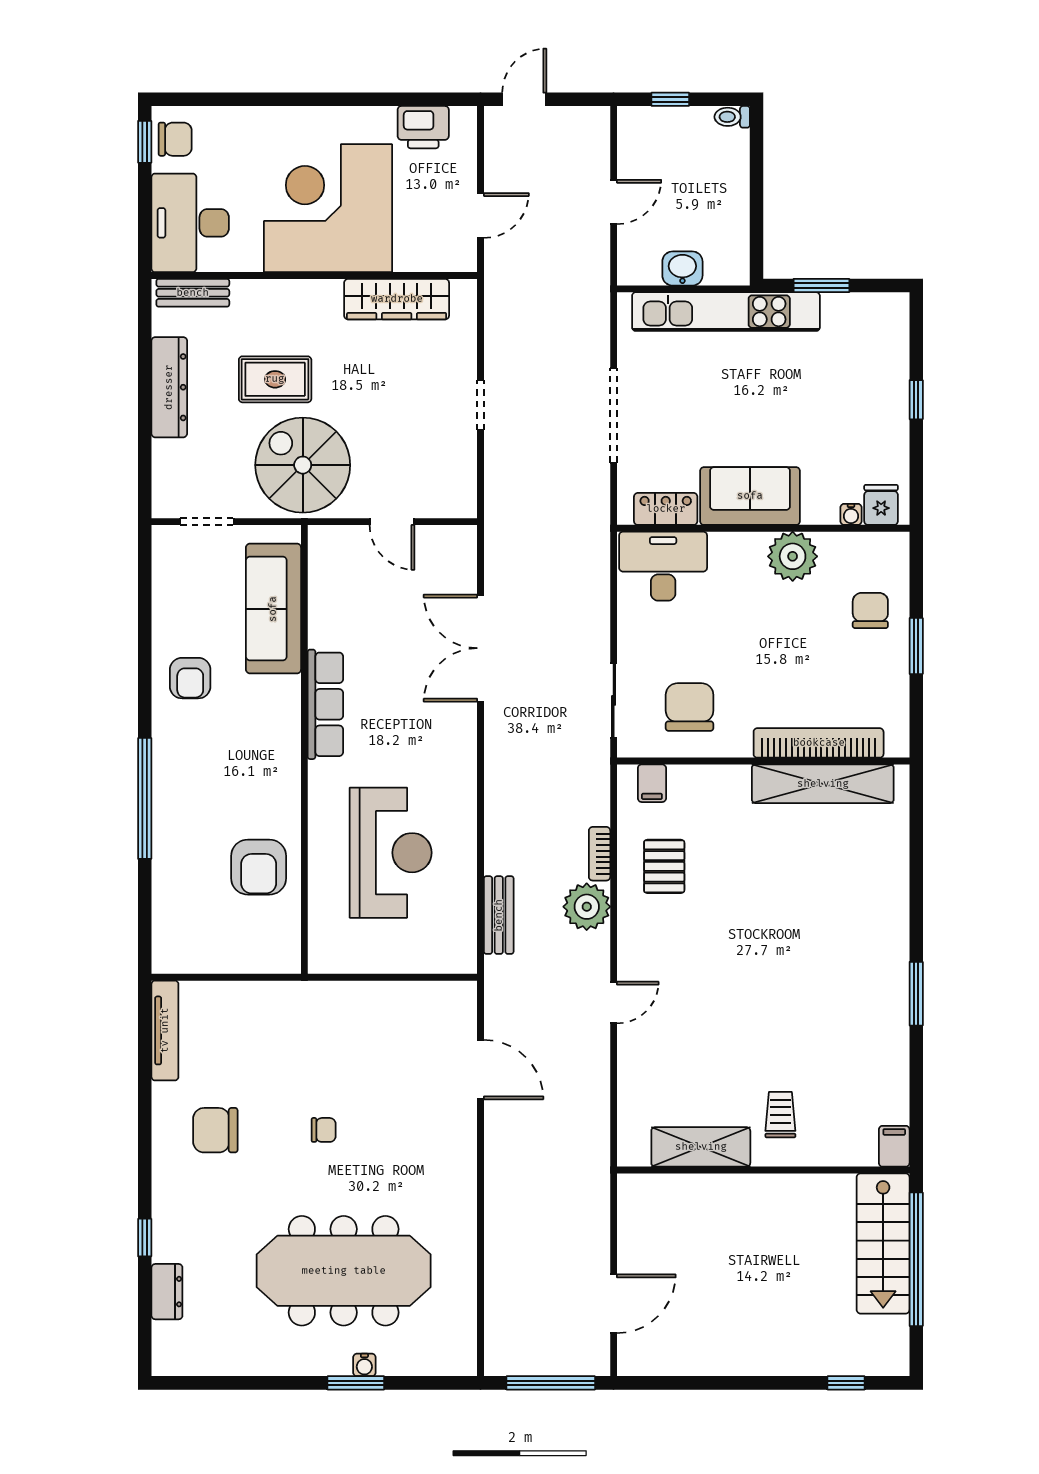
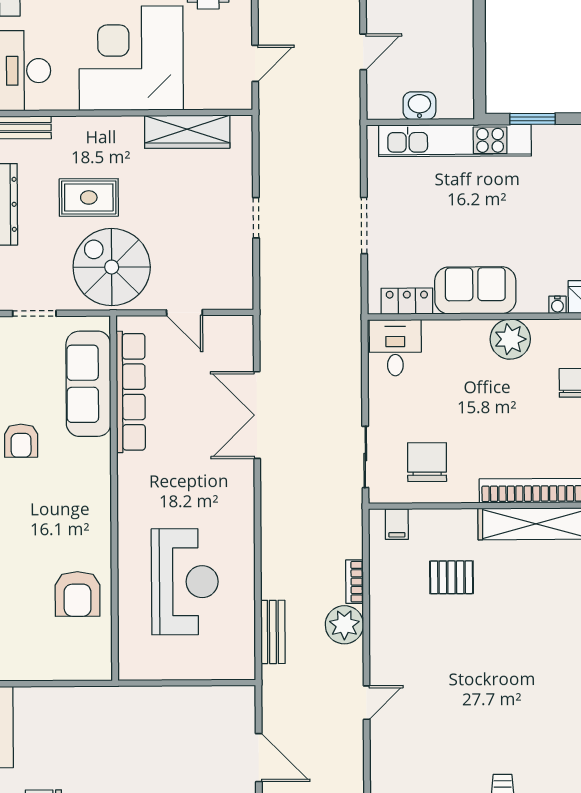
doorway: (614, 416) -> (364, 226), width x0.73
desk: (663, 566) -> (395, 348), width x0.73
row of seats: (325, 704) -> (131, 392), moved, width x1.36
pallet: (664, 866) -> (452, 577), moved, turned 90

